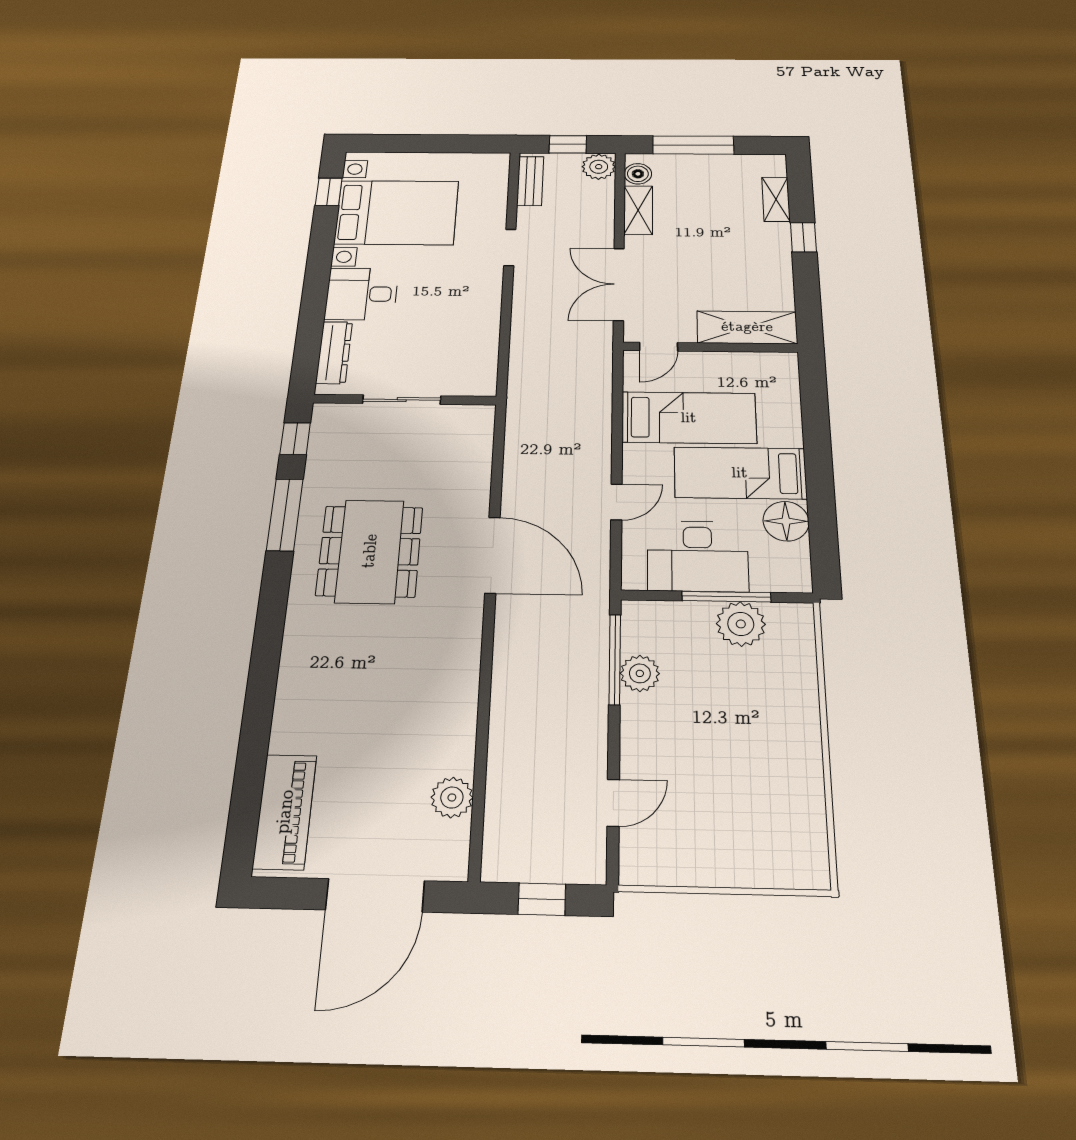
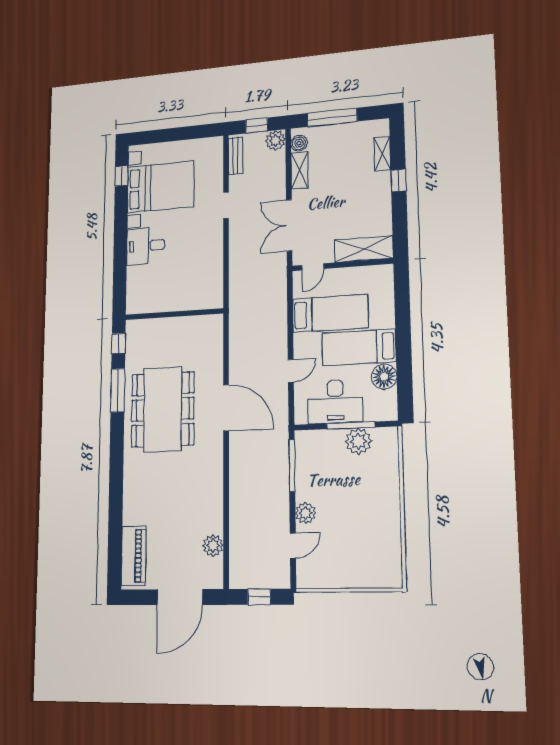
dresser: (334, 353) -> (134, 286), removed
sliding door: (402, 400) -> (172, 314), removed
dining table: (370, 551) -> (163, 409), width x1.36, depth x1.24
plant: (640, 673) -> (306, 513), moved

